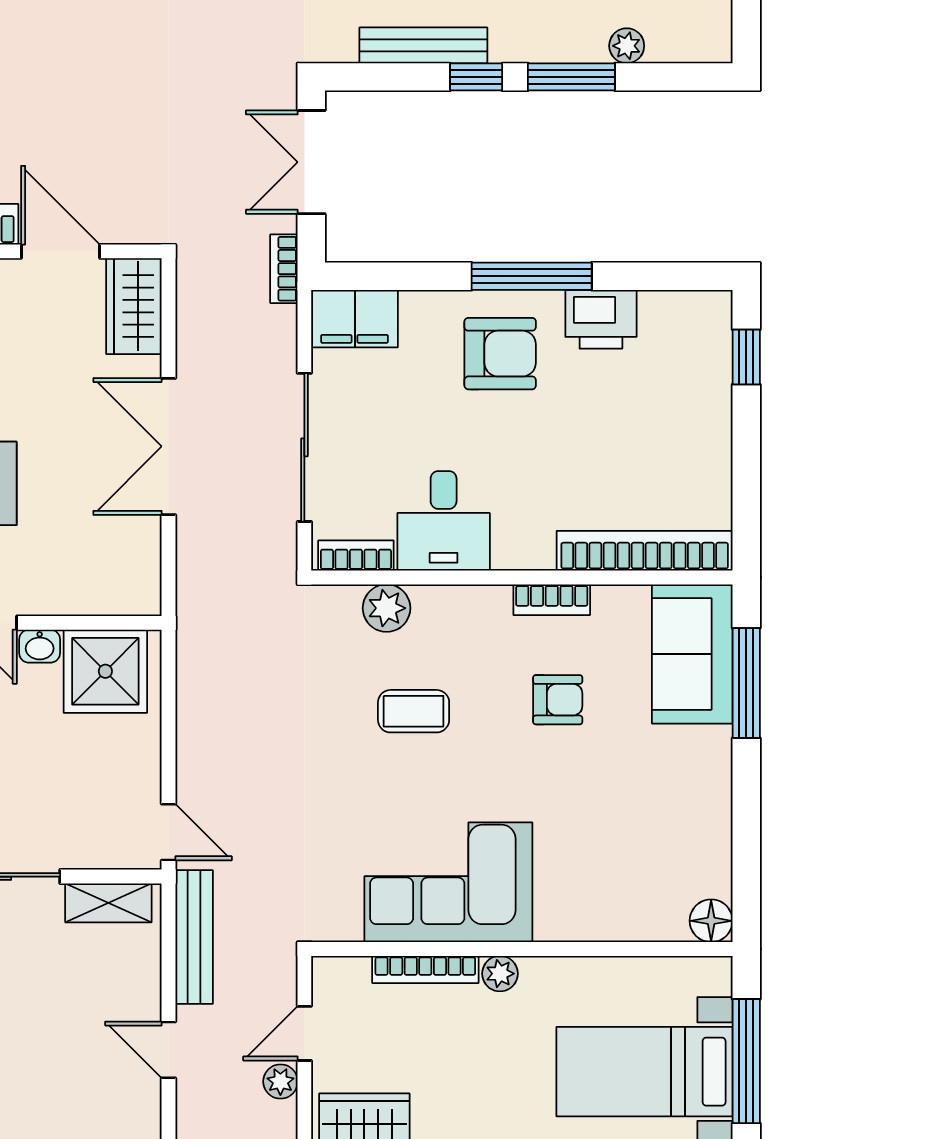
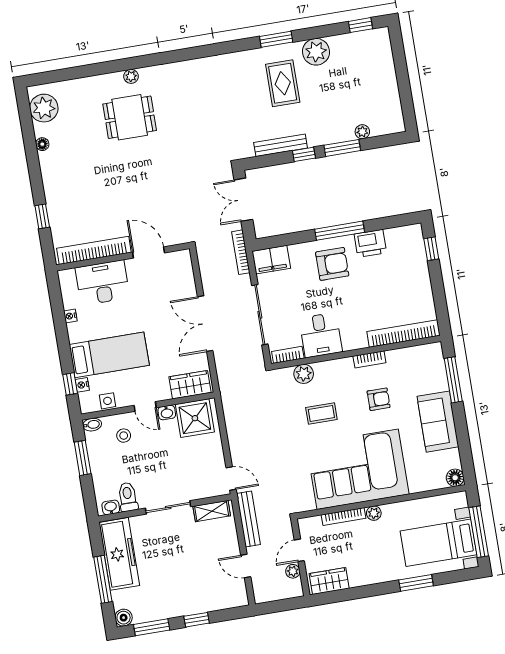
bookcase: (284, 269) -> (241, 252), width x1.56
wardrobe: (134, 306) -> (190, 385), moved, turned 90
sofa: (692, 654) -> (438, 422), moved
corner sofa: (448, 882) -> (358, 469), width x1.36, depth x1.36

